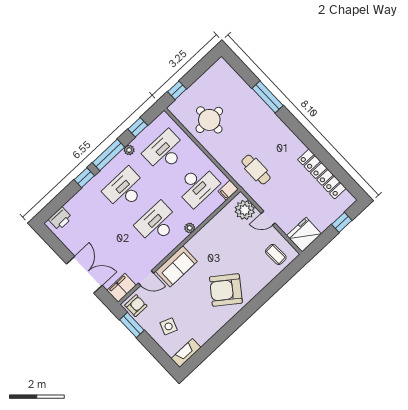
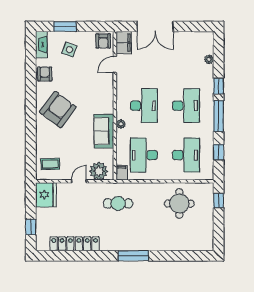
window: (268, 97) -> (133, 256), moved
plant: (129, 150) -> (209, 59), moved
printer: (60, 219) -> (207, 45), removed
sofa: (176, 266) -> (104, 131), moved
window: (132, 325) -> (65, 26), moved
armchair: (207, 328) -> (45, 74), added

